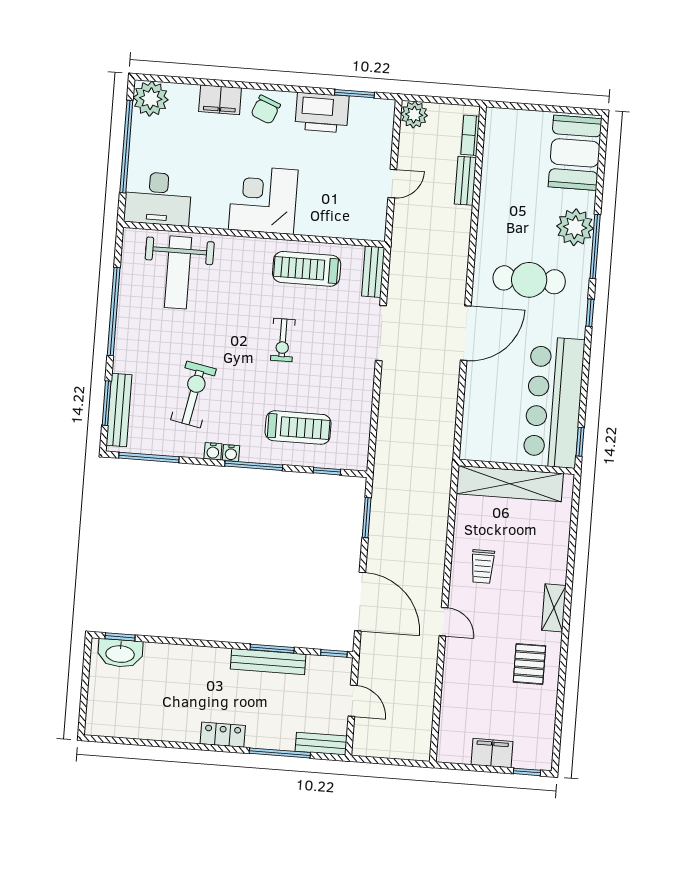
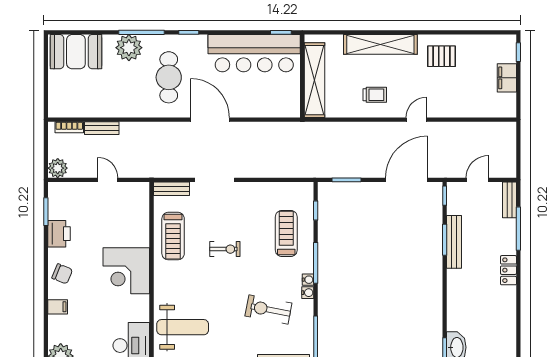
filing cabinet: (220, 100) -> (58, 307), width x0.50
printer: (322, 113) -> (59, 234), width x0.73, depth x0.84
shelving: (554, 608) -> (380, 44), width x2.20, depth x1.33

